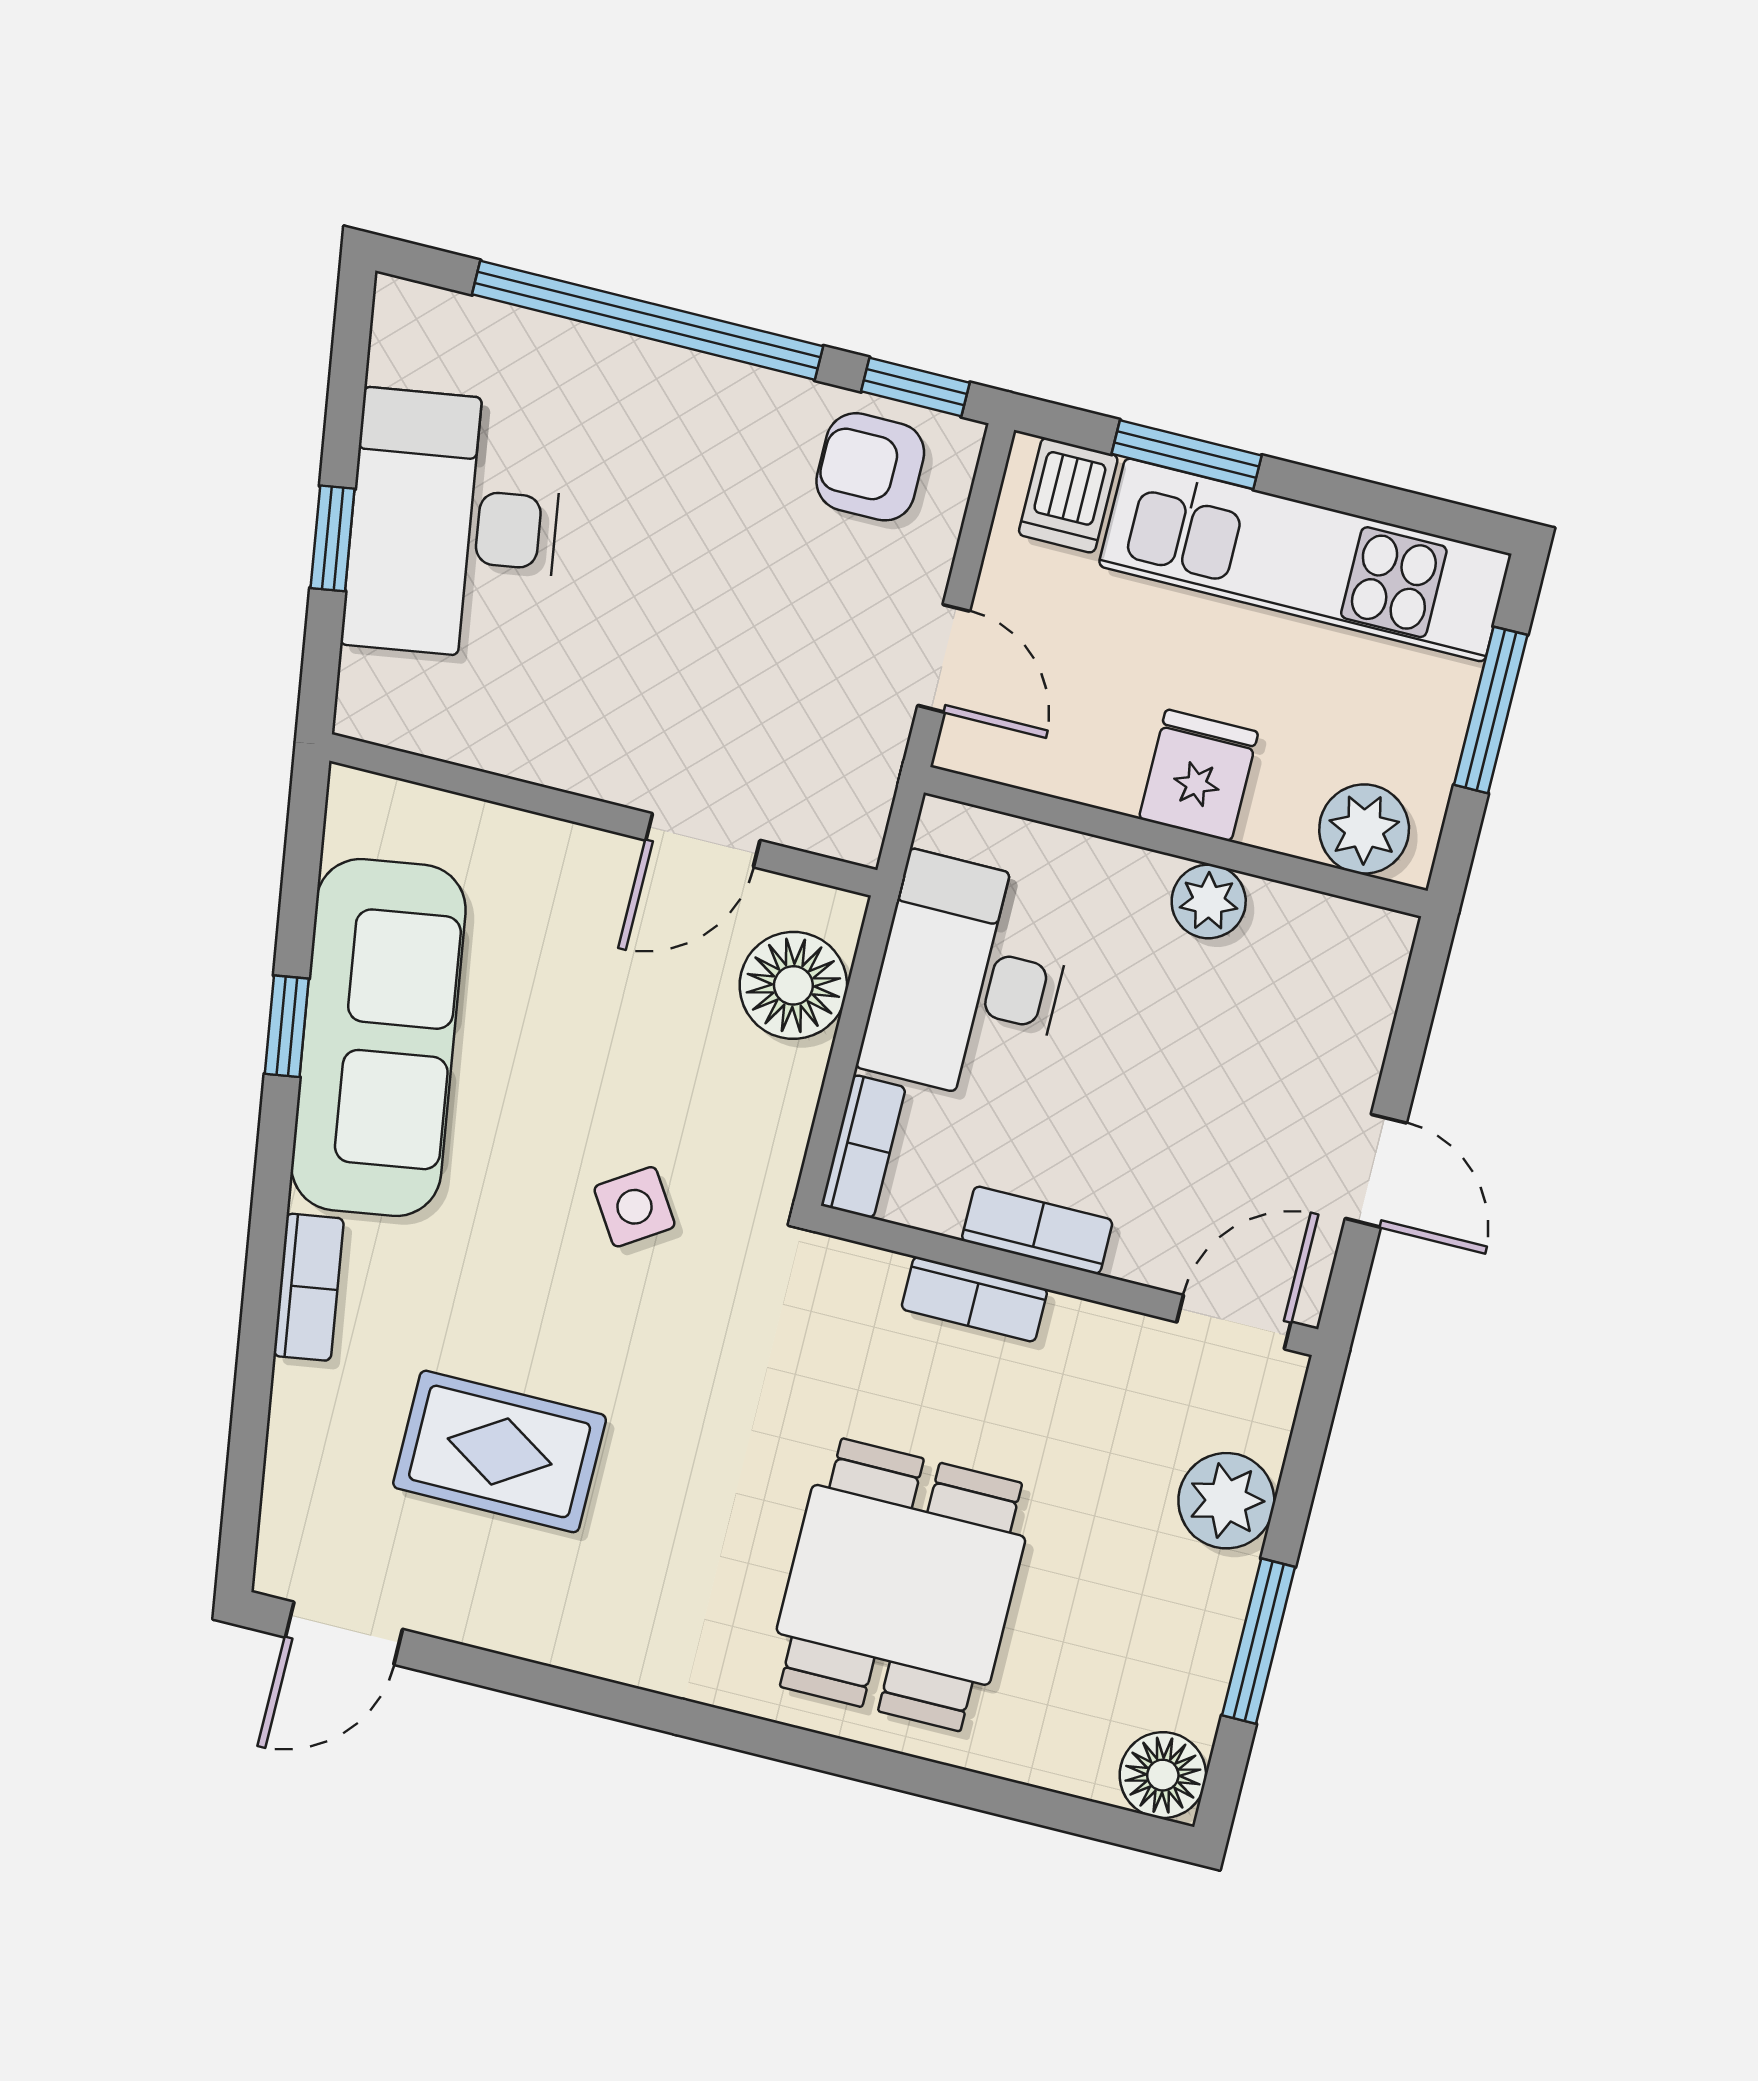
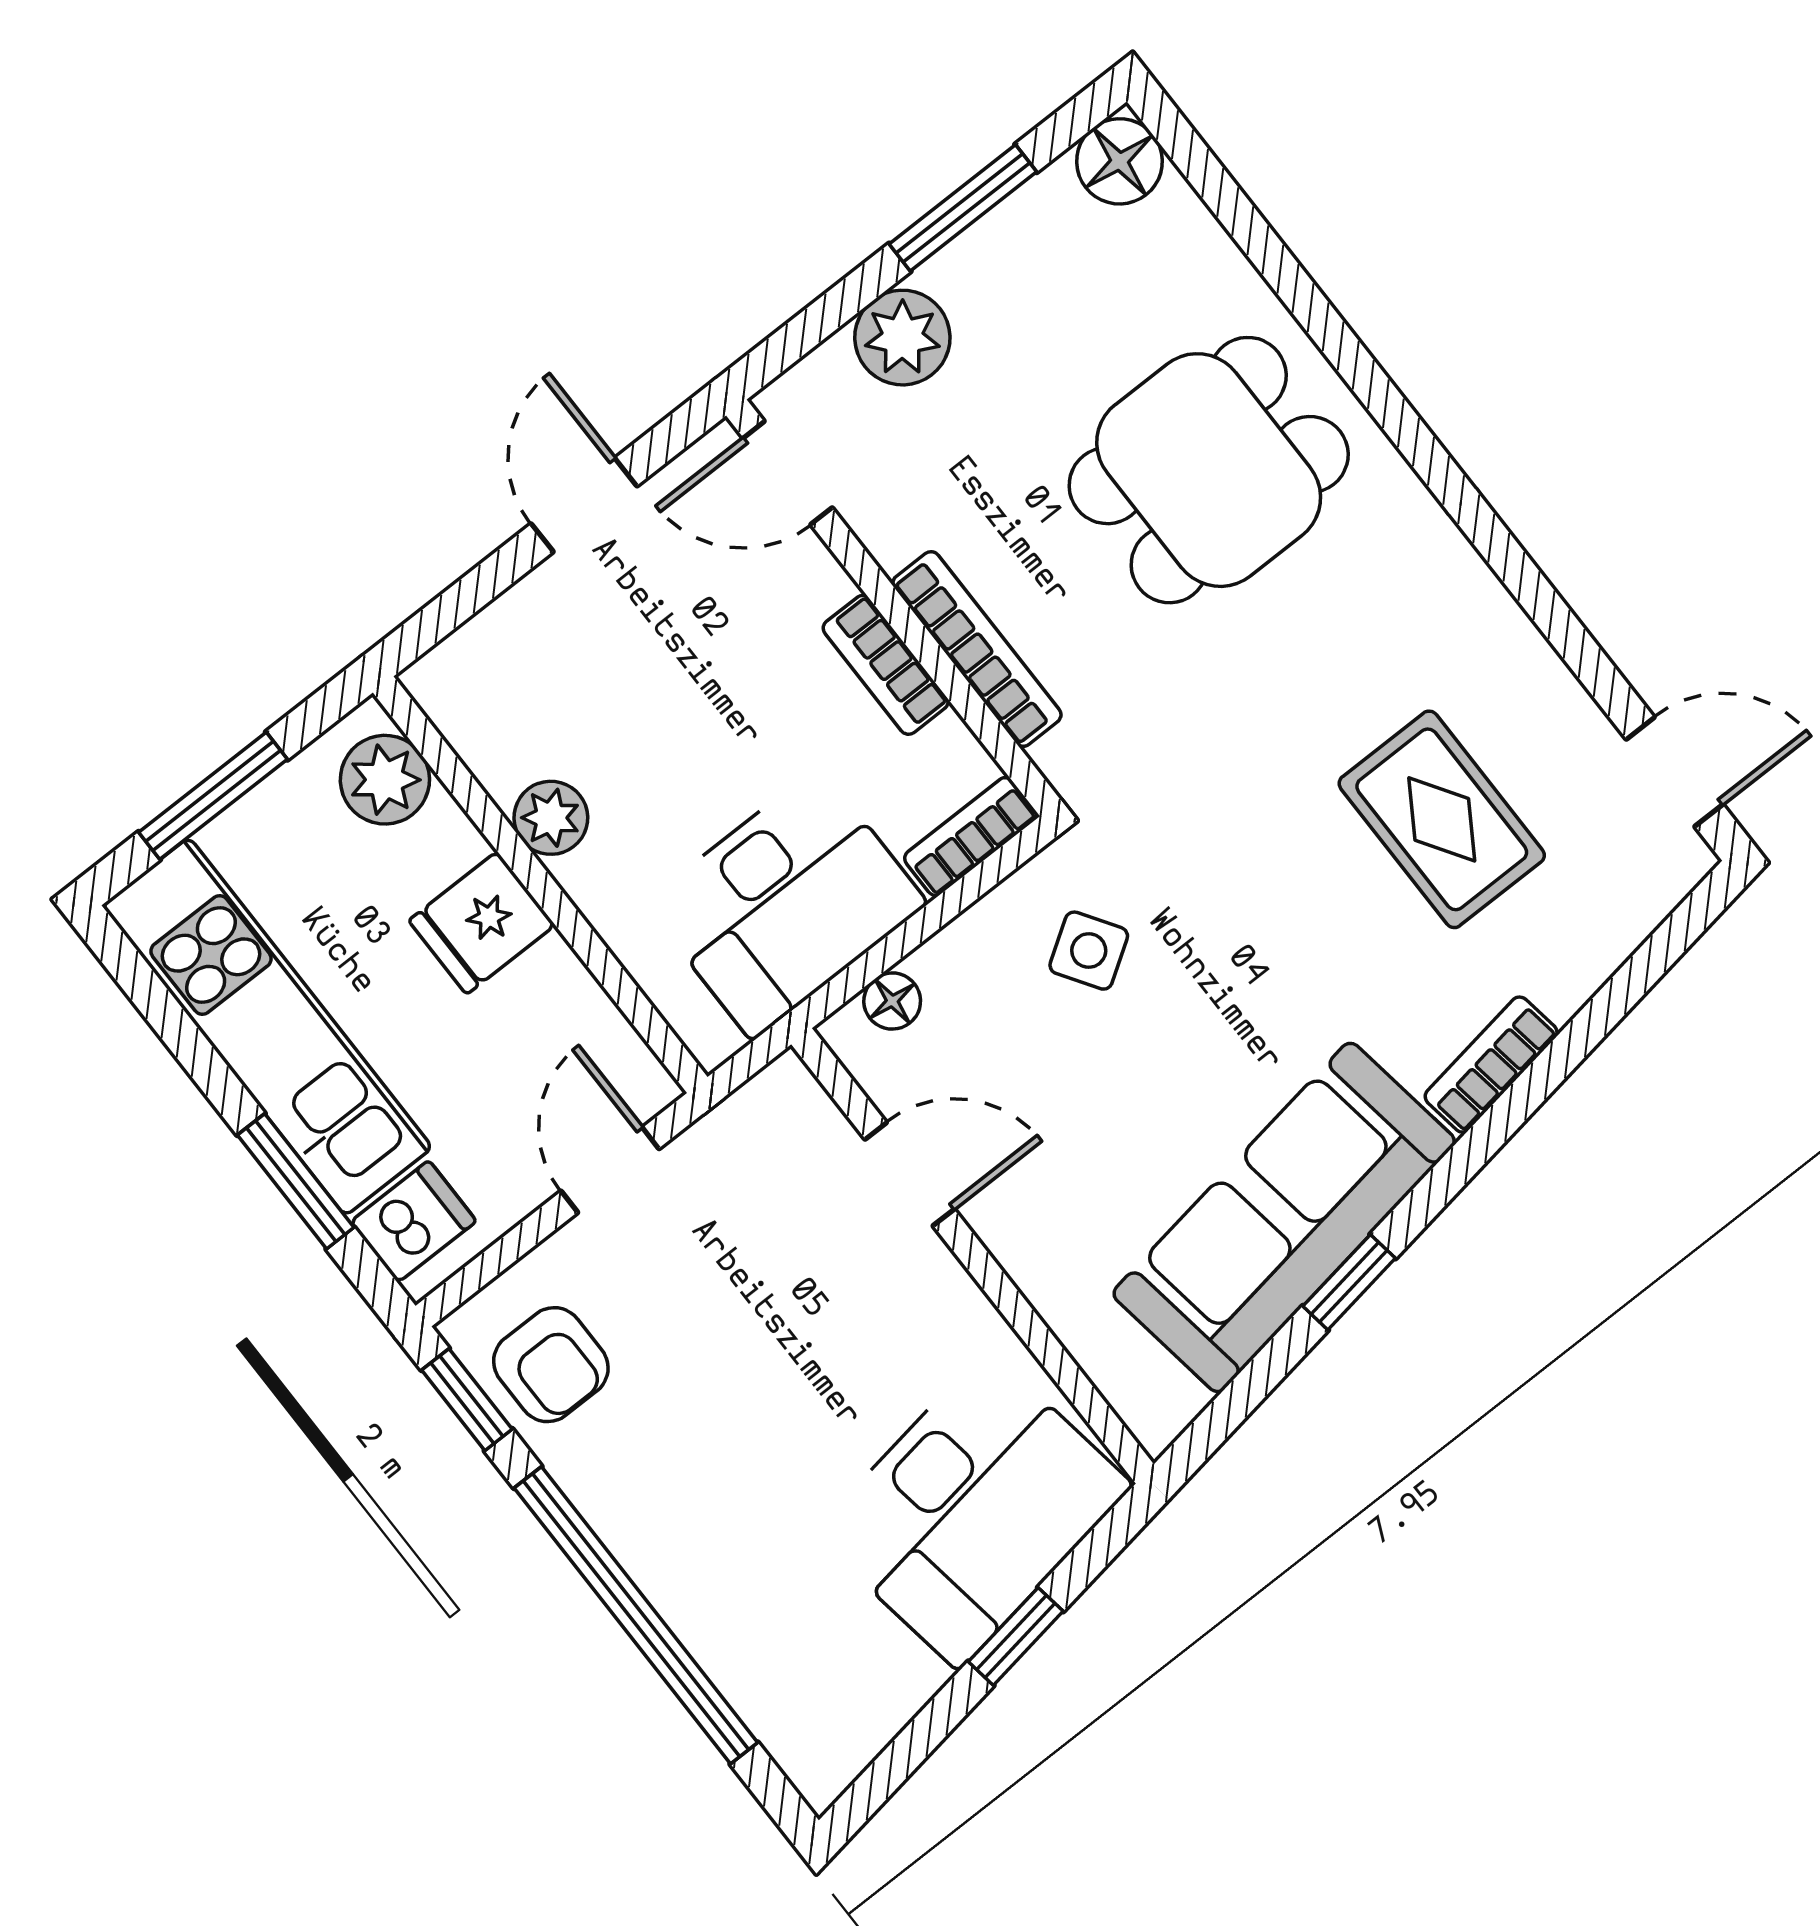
desk: (454, 525) -> (973, 1509), moved
floor lamp: (793, 985) -> (892, 1001), width x0.53, depth x0.53
side table: (634, 1207) -> (1089, 951), moved
bookcase: (974, 1299) -> (977, 649), width x1.56

